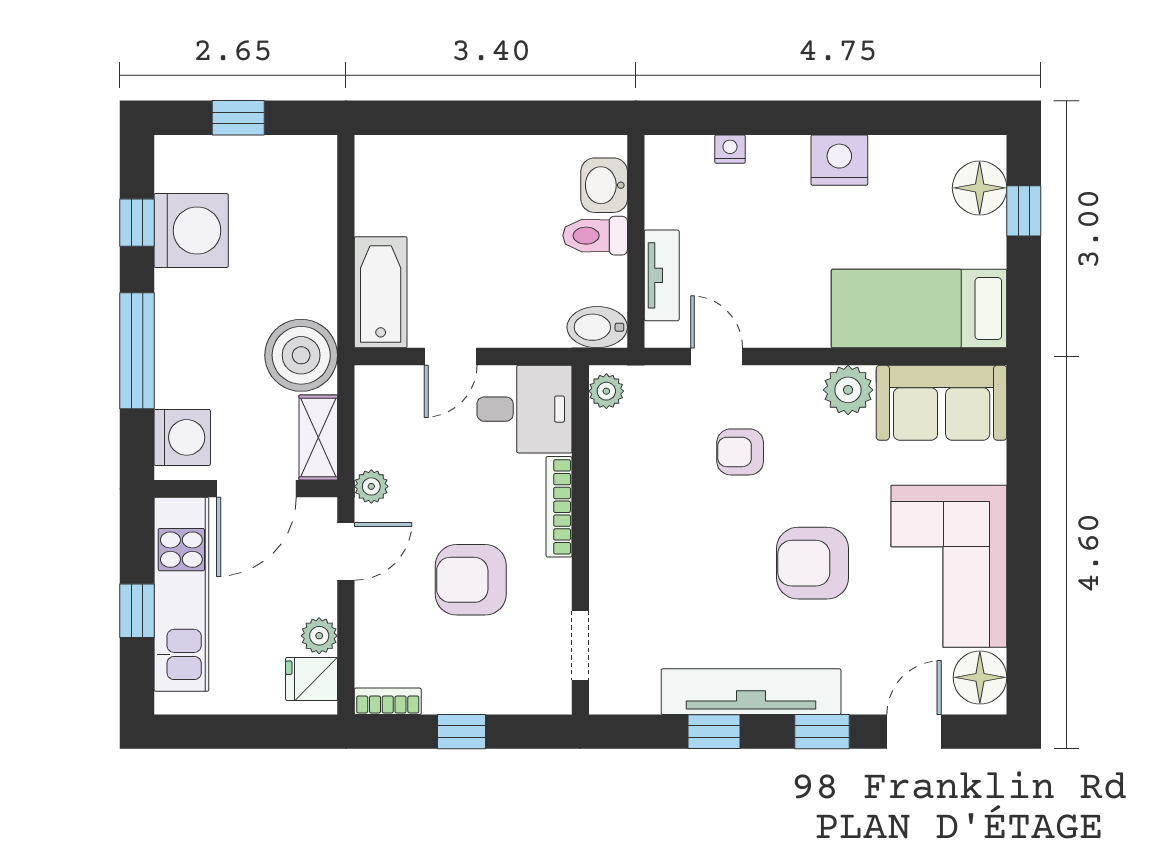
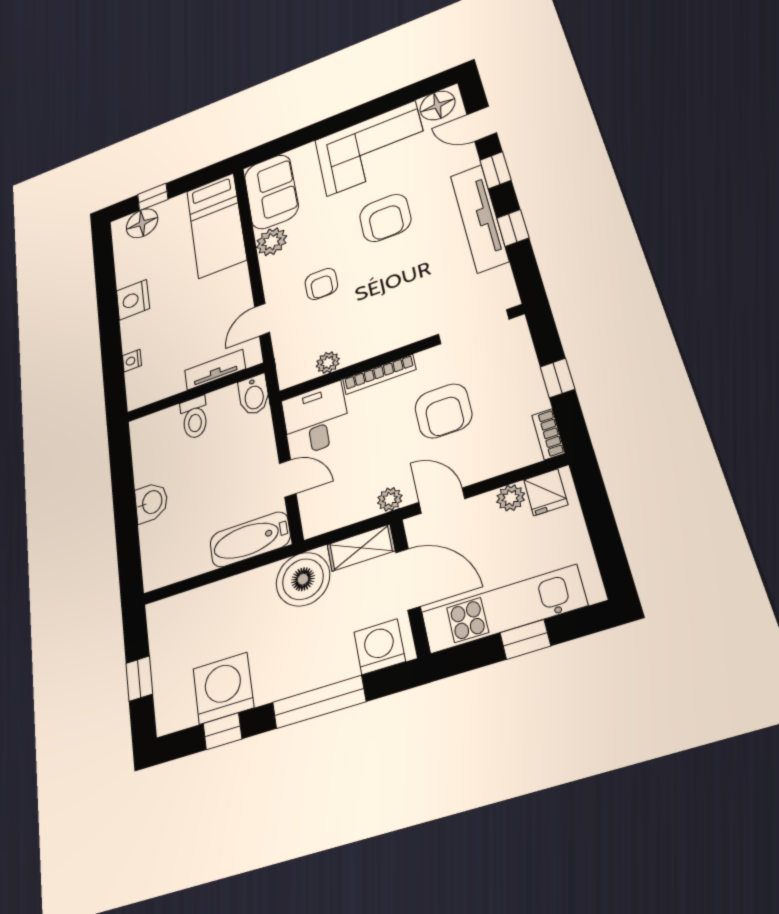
washbasin: (604, 185) -> (151, 502), moved, turned -90
plant: (606, 391) -> (328, 363), moved
doorway: (580, 645) -> (473, 327), width x1.38

